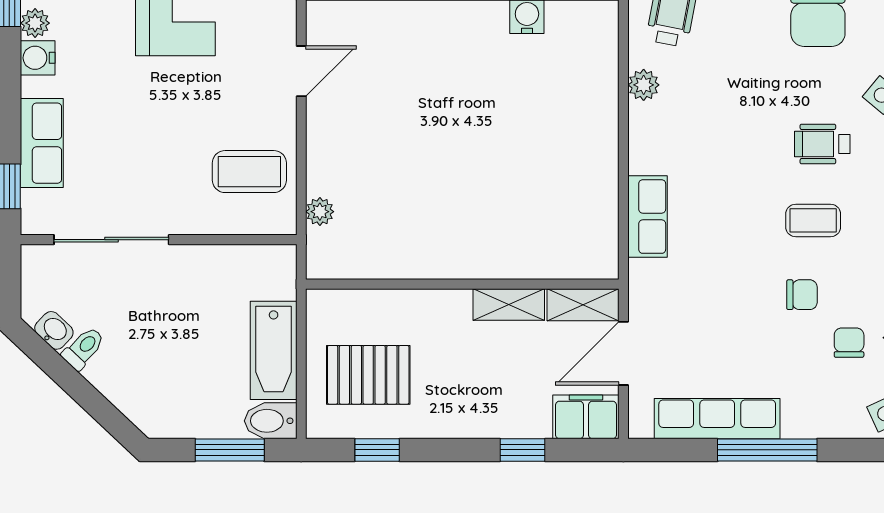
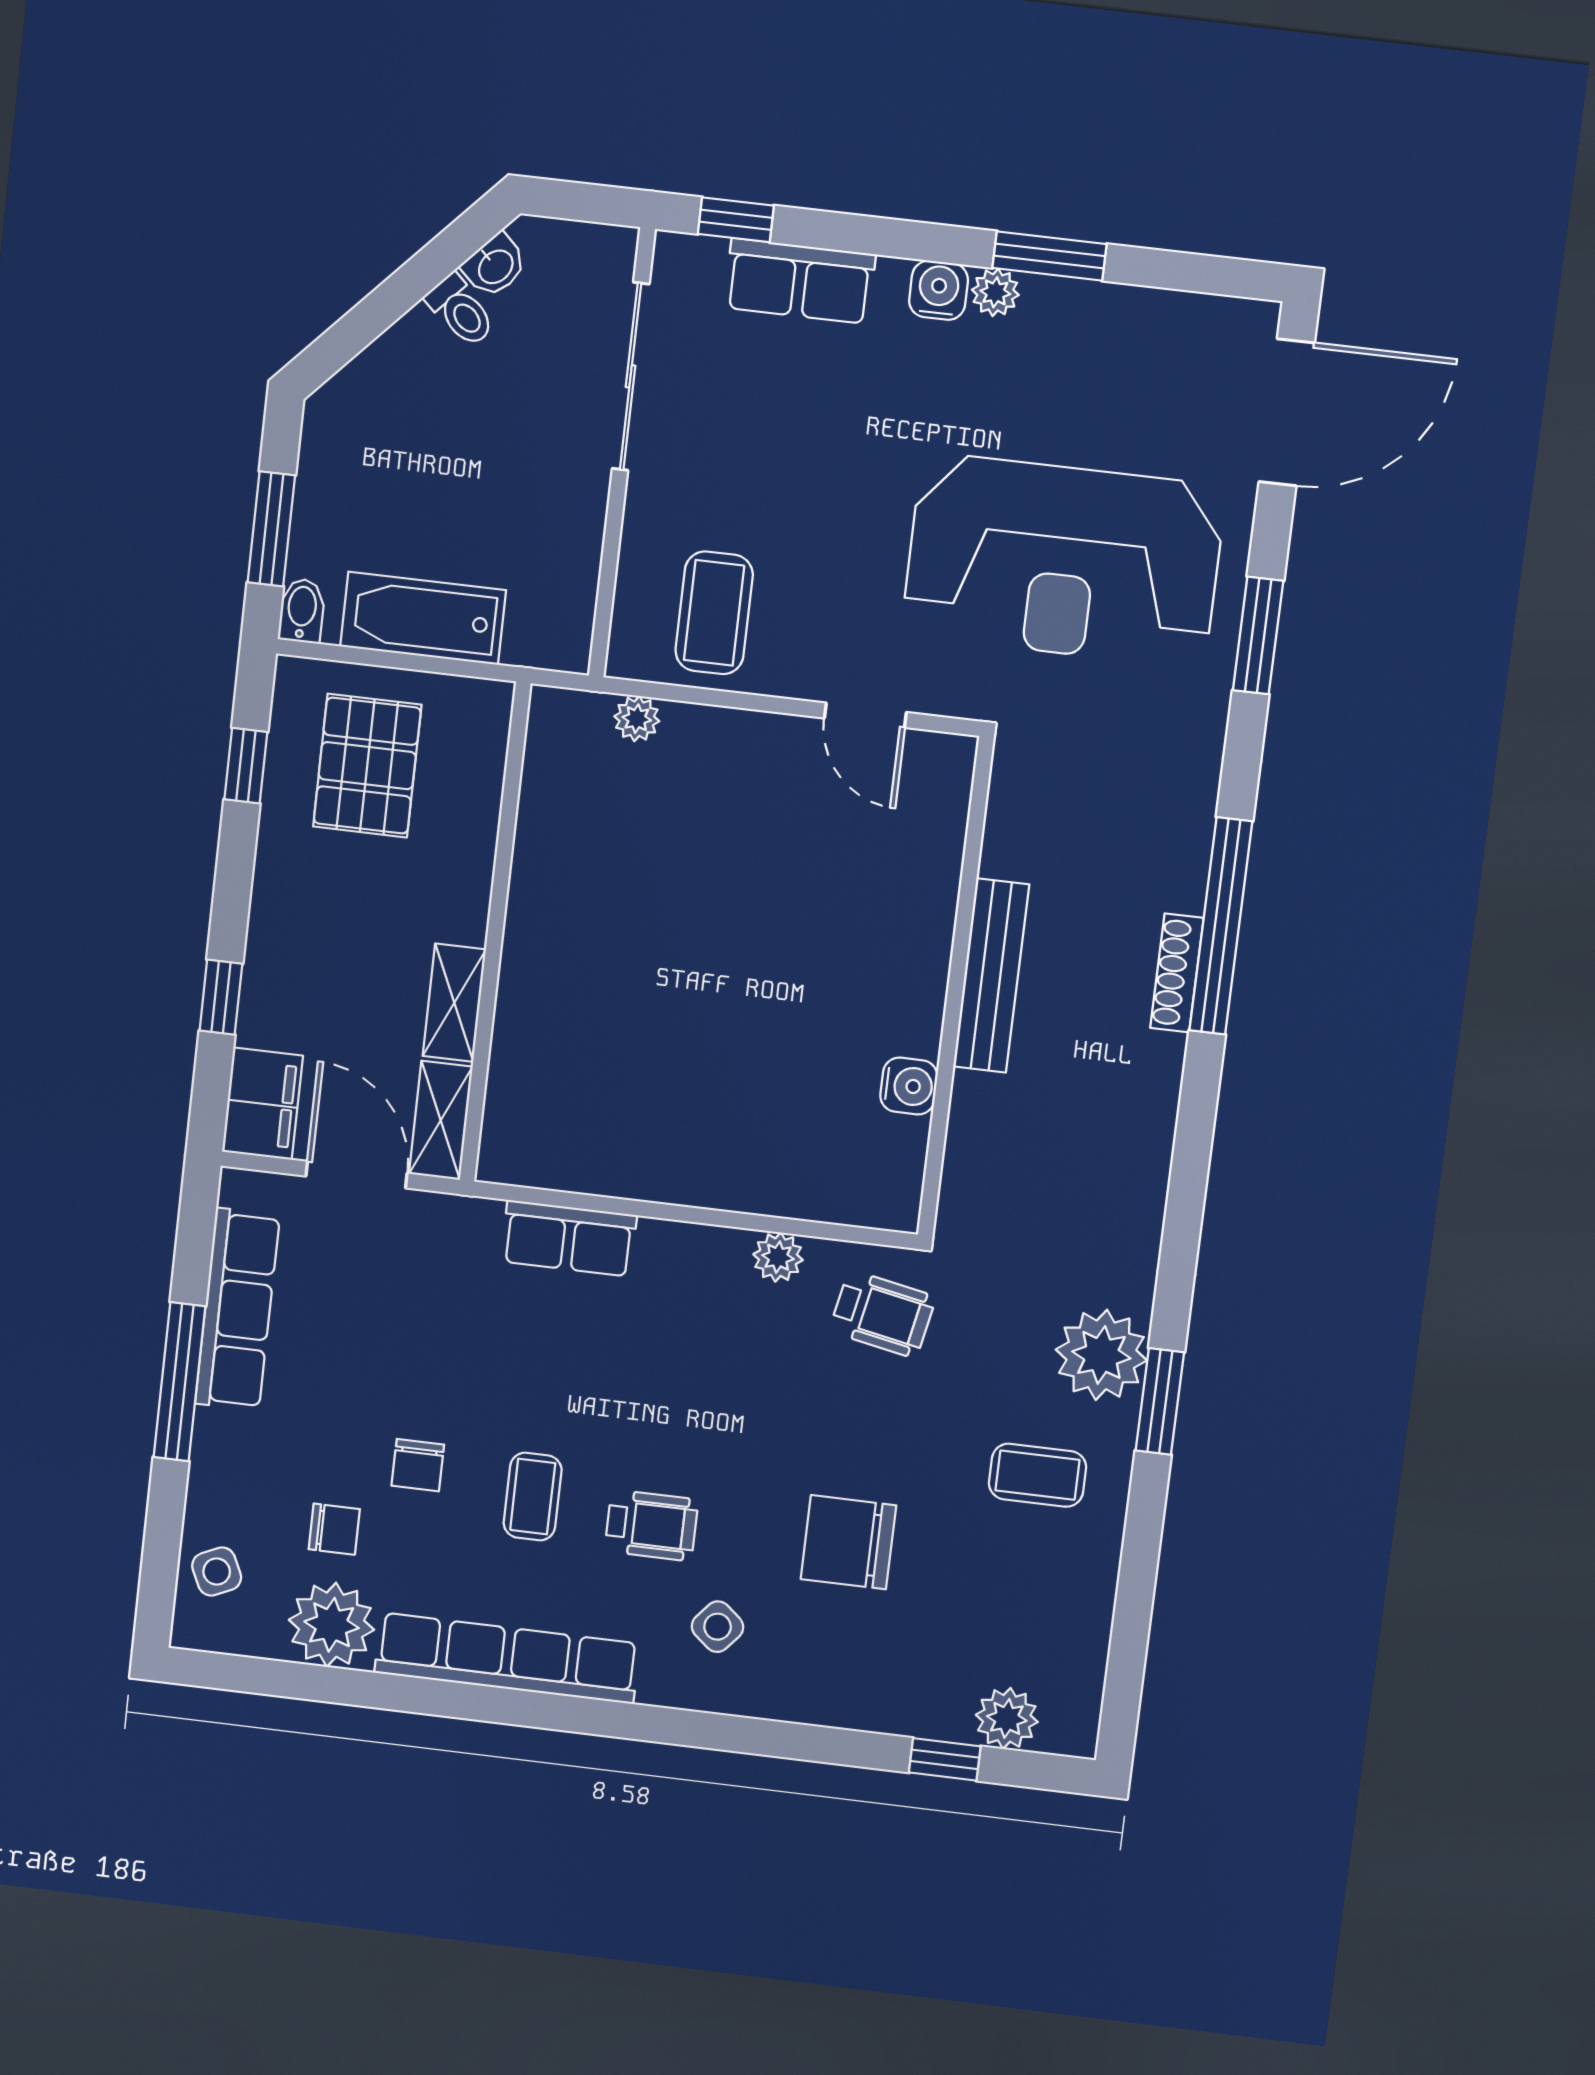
wheelchair: (822, 144) -> (651, 1525), turned 90
bidet: (271, 421) -> (302, 611), width x0.72, depth x0.74

